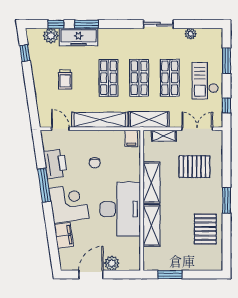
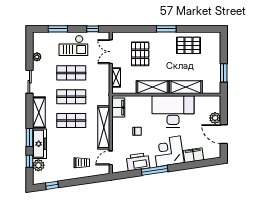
trolley: (65, 79) -> (82, 163), moved
shelving: (149, 119) -> (39, 112), moved
filing cabinet: (131, 138) -> (118, 108), width x2.00

